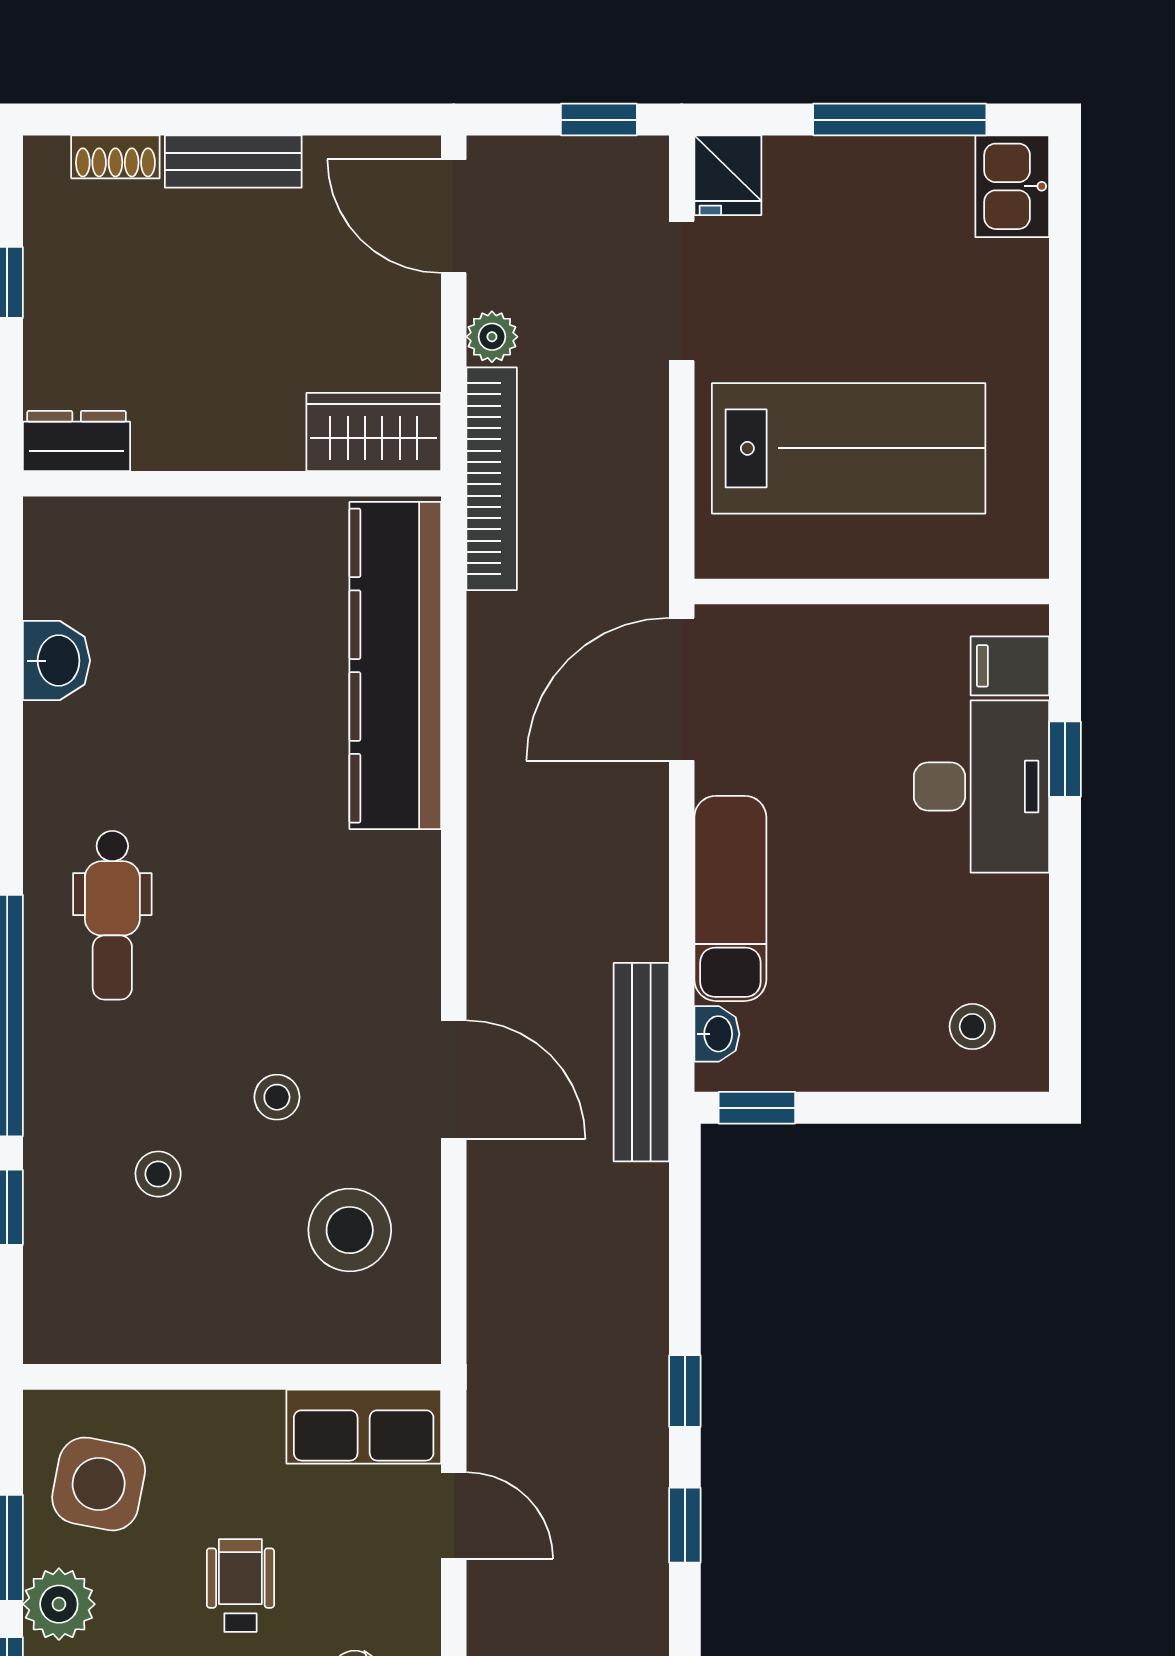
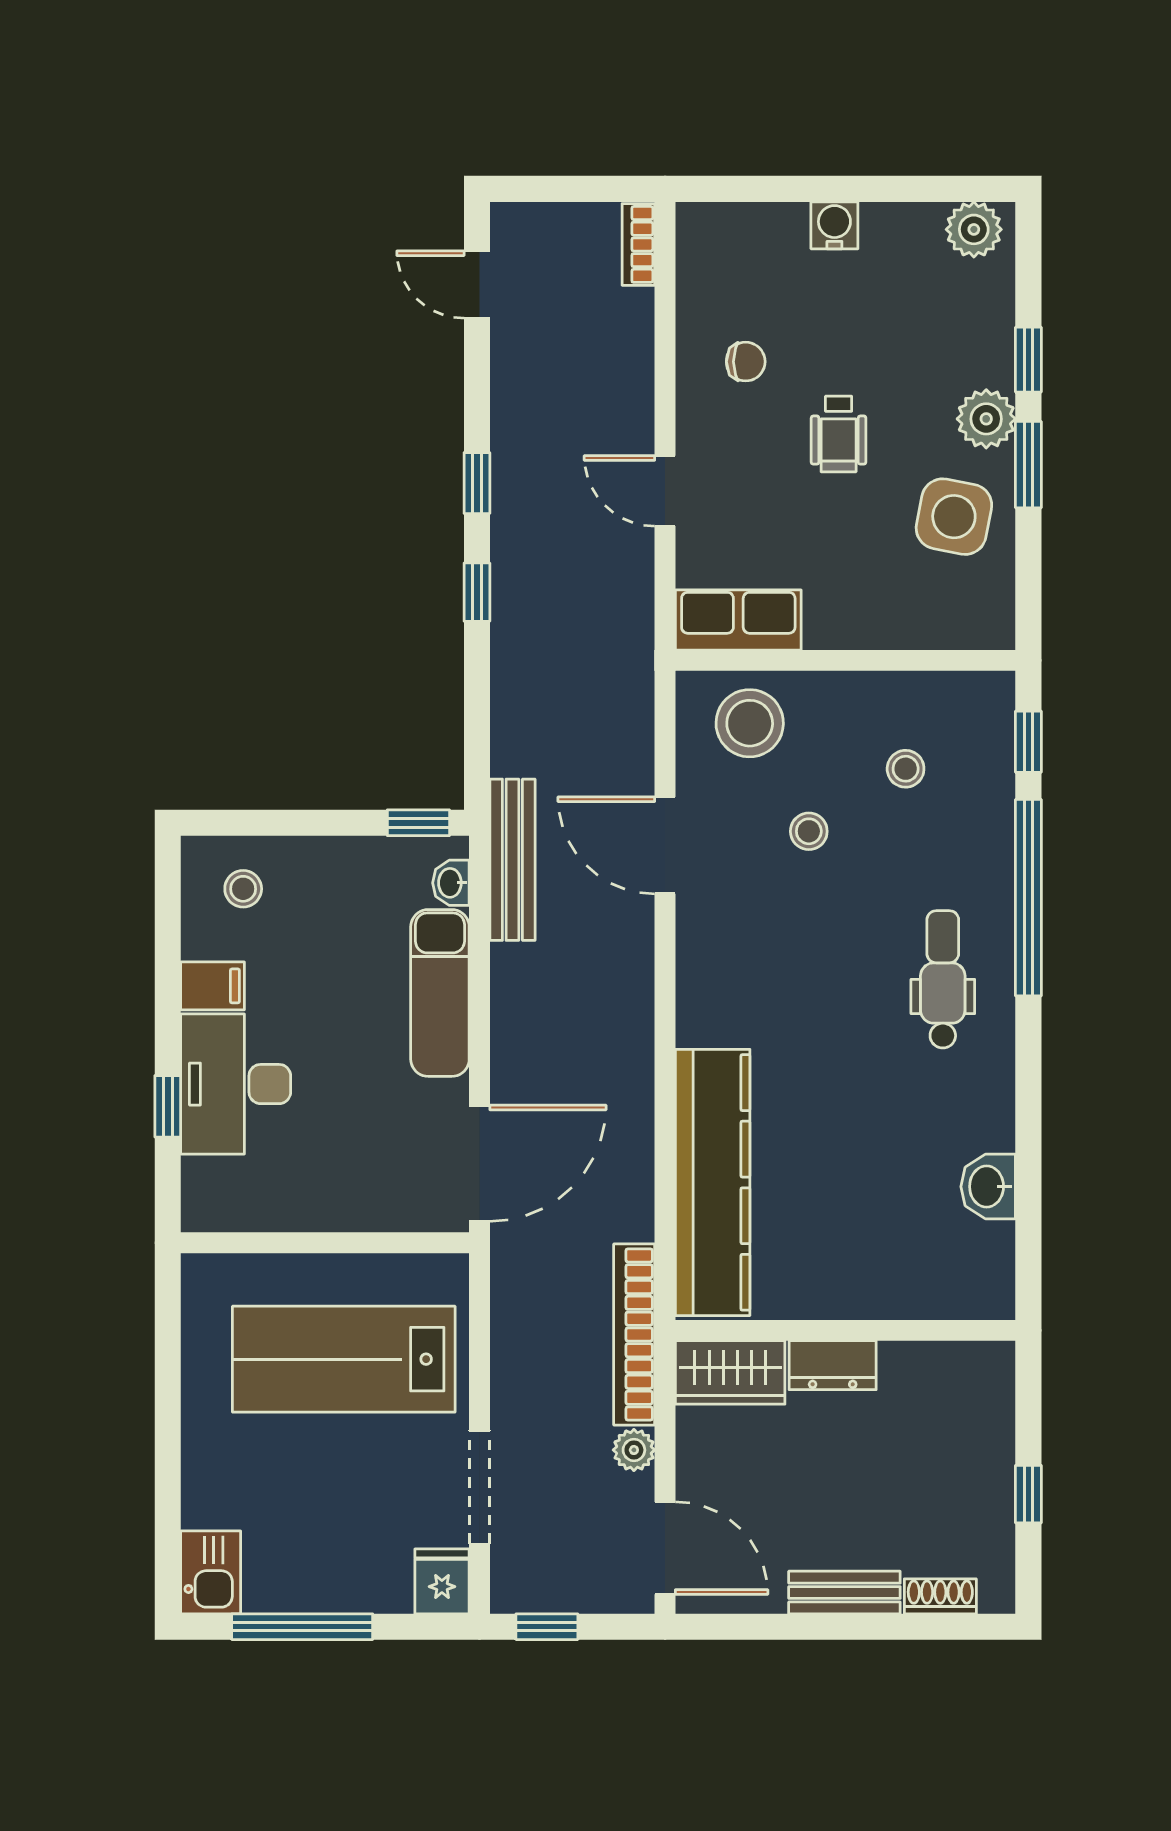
dresser: (77, 441) -> (833, 1365), moved
filing cabinet: (1010, 666) -> (213, 986), moved
wall: (232, 1377) -> (845, 660), moved
row of seats: (364, 1427) -> (738, 620), moved

